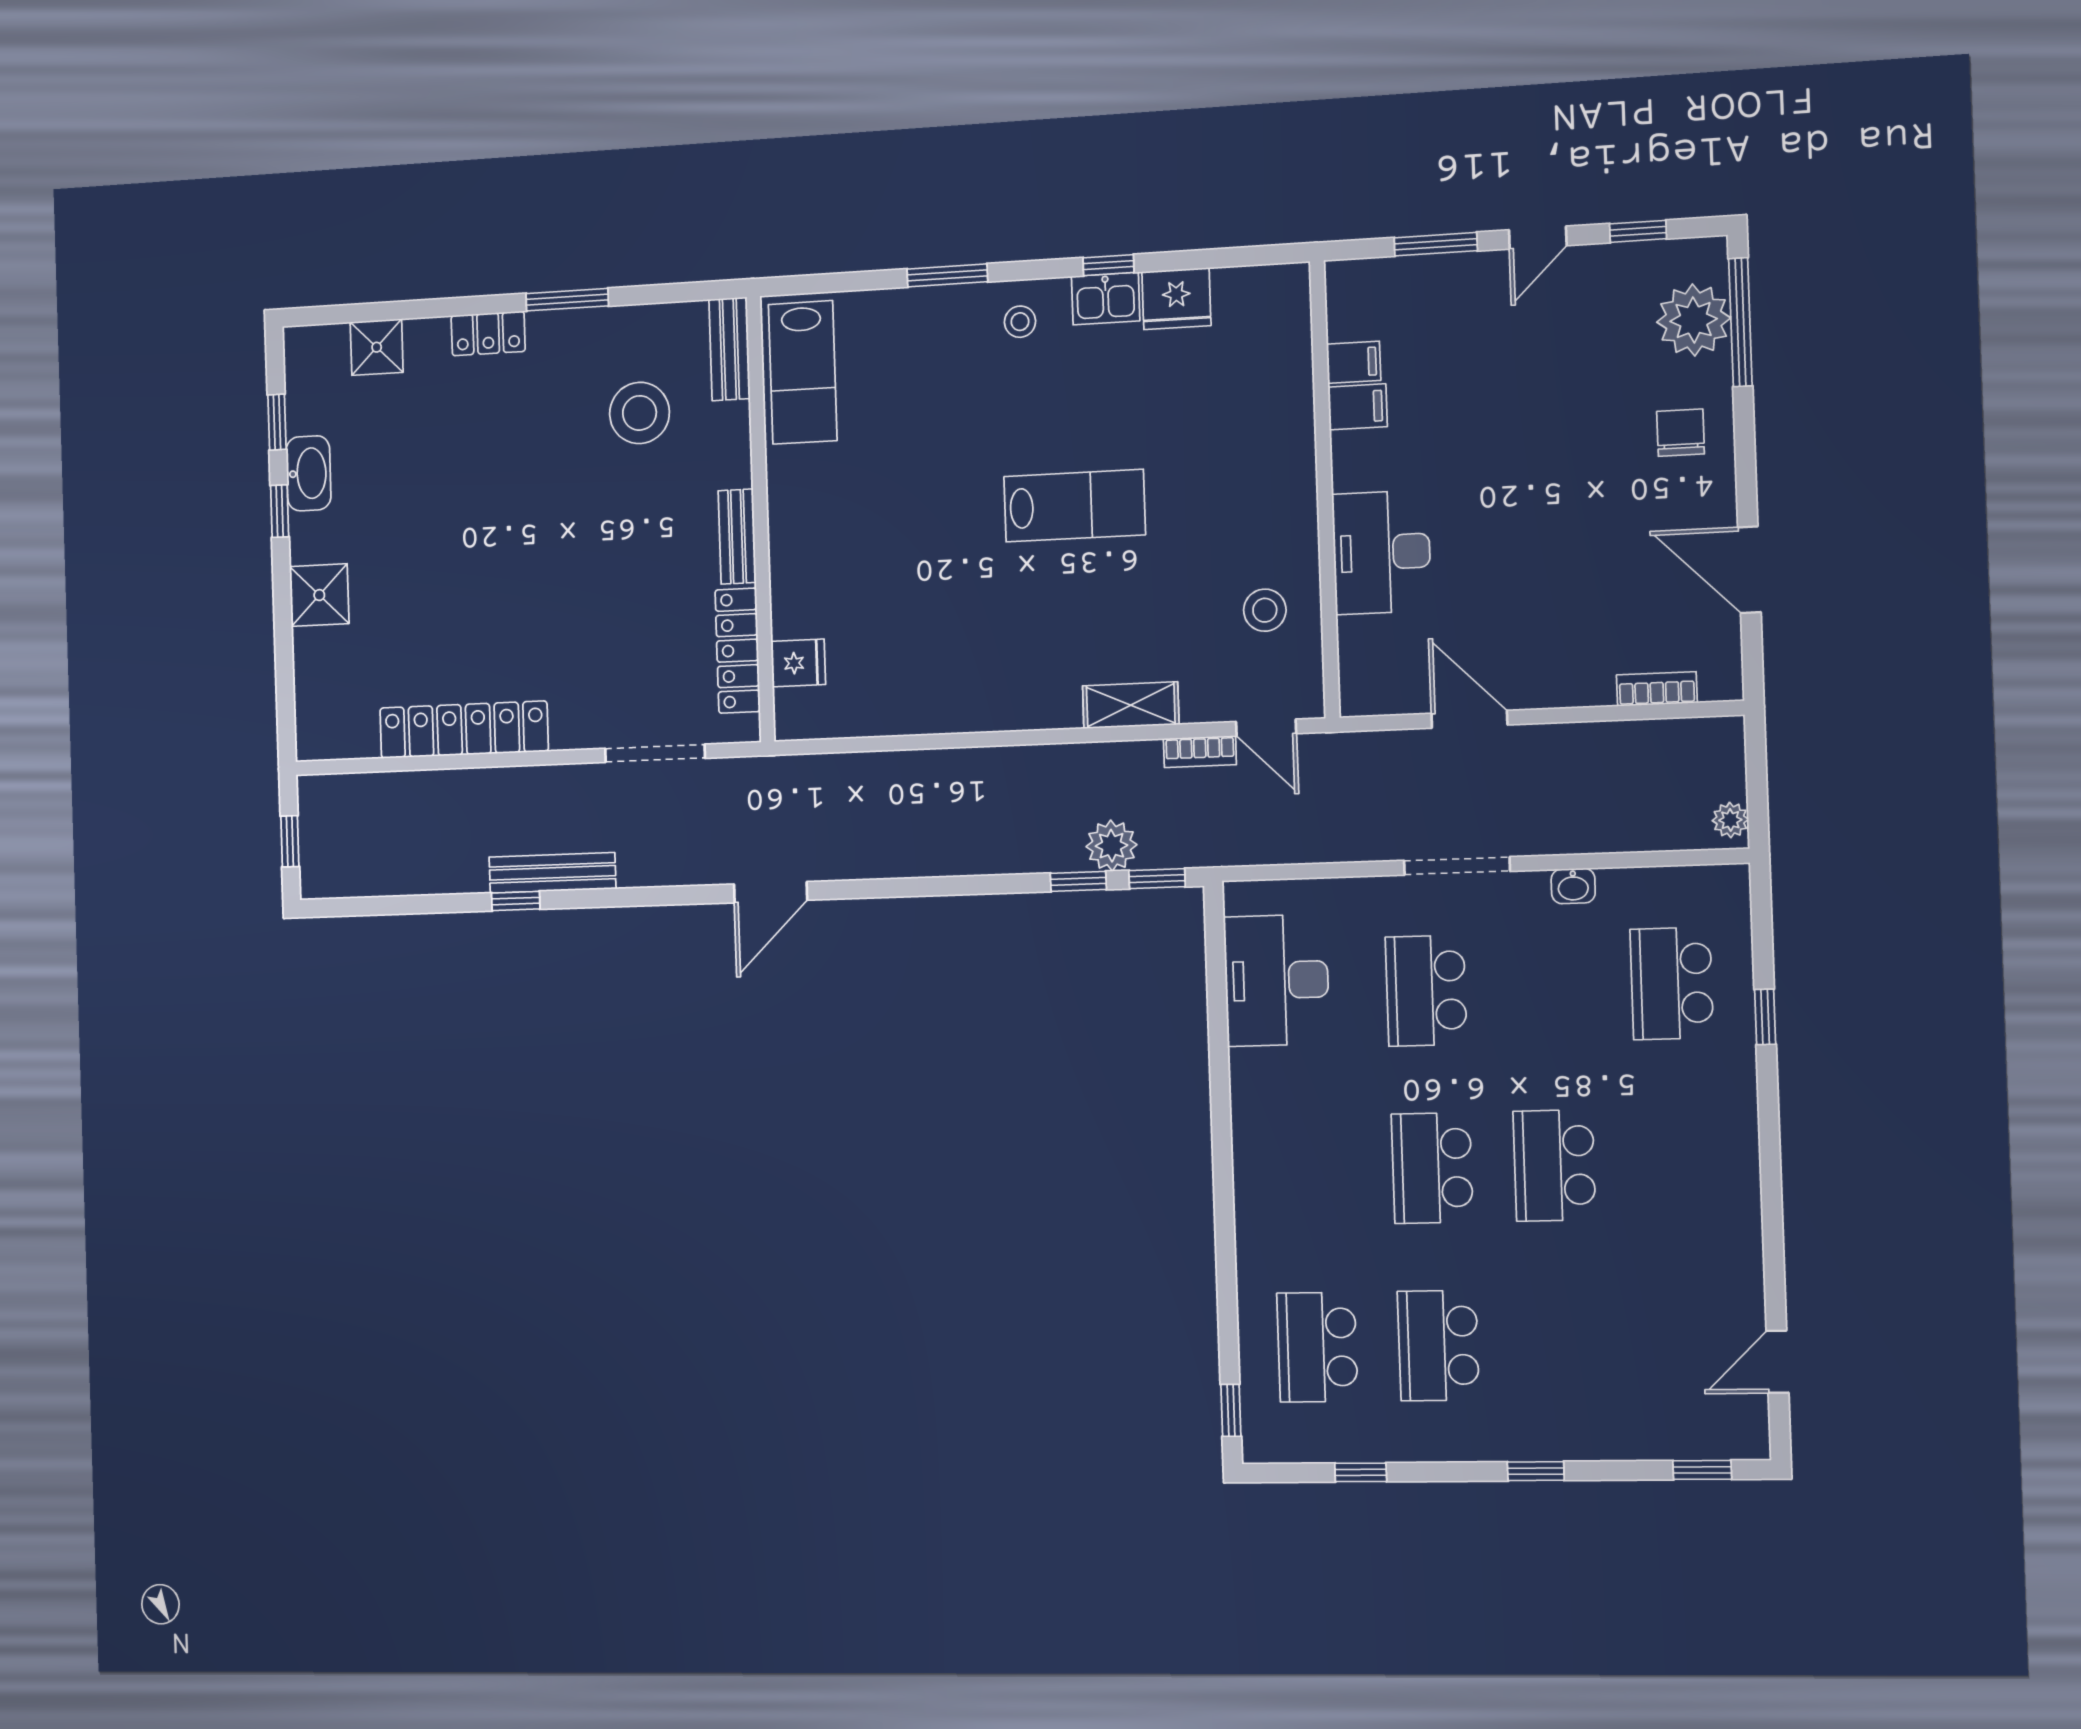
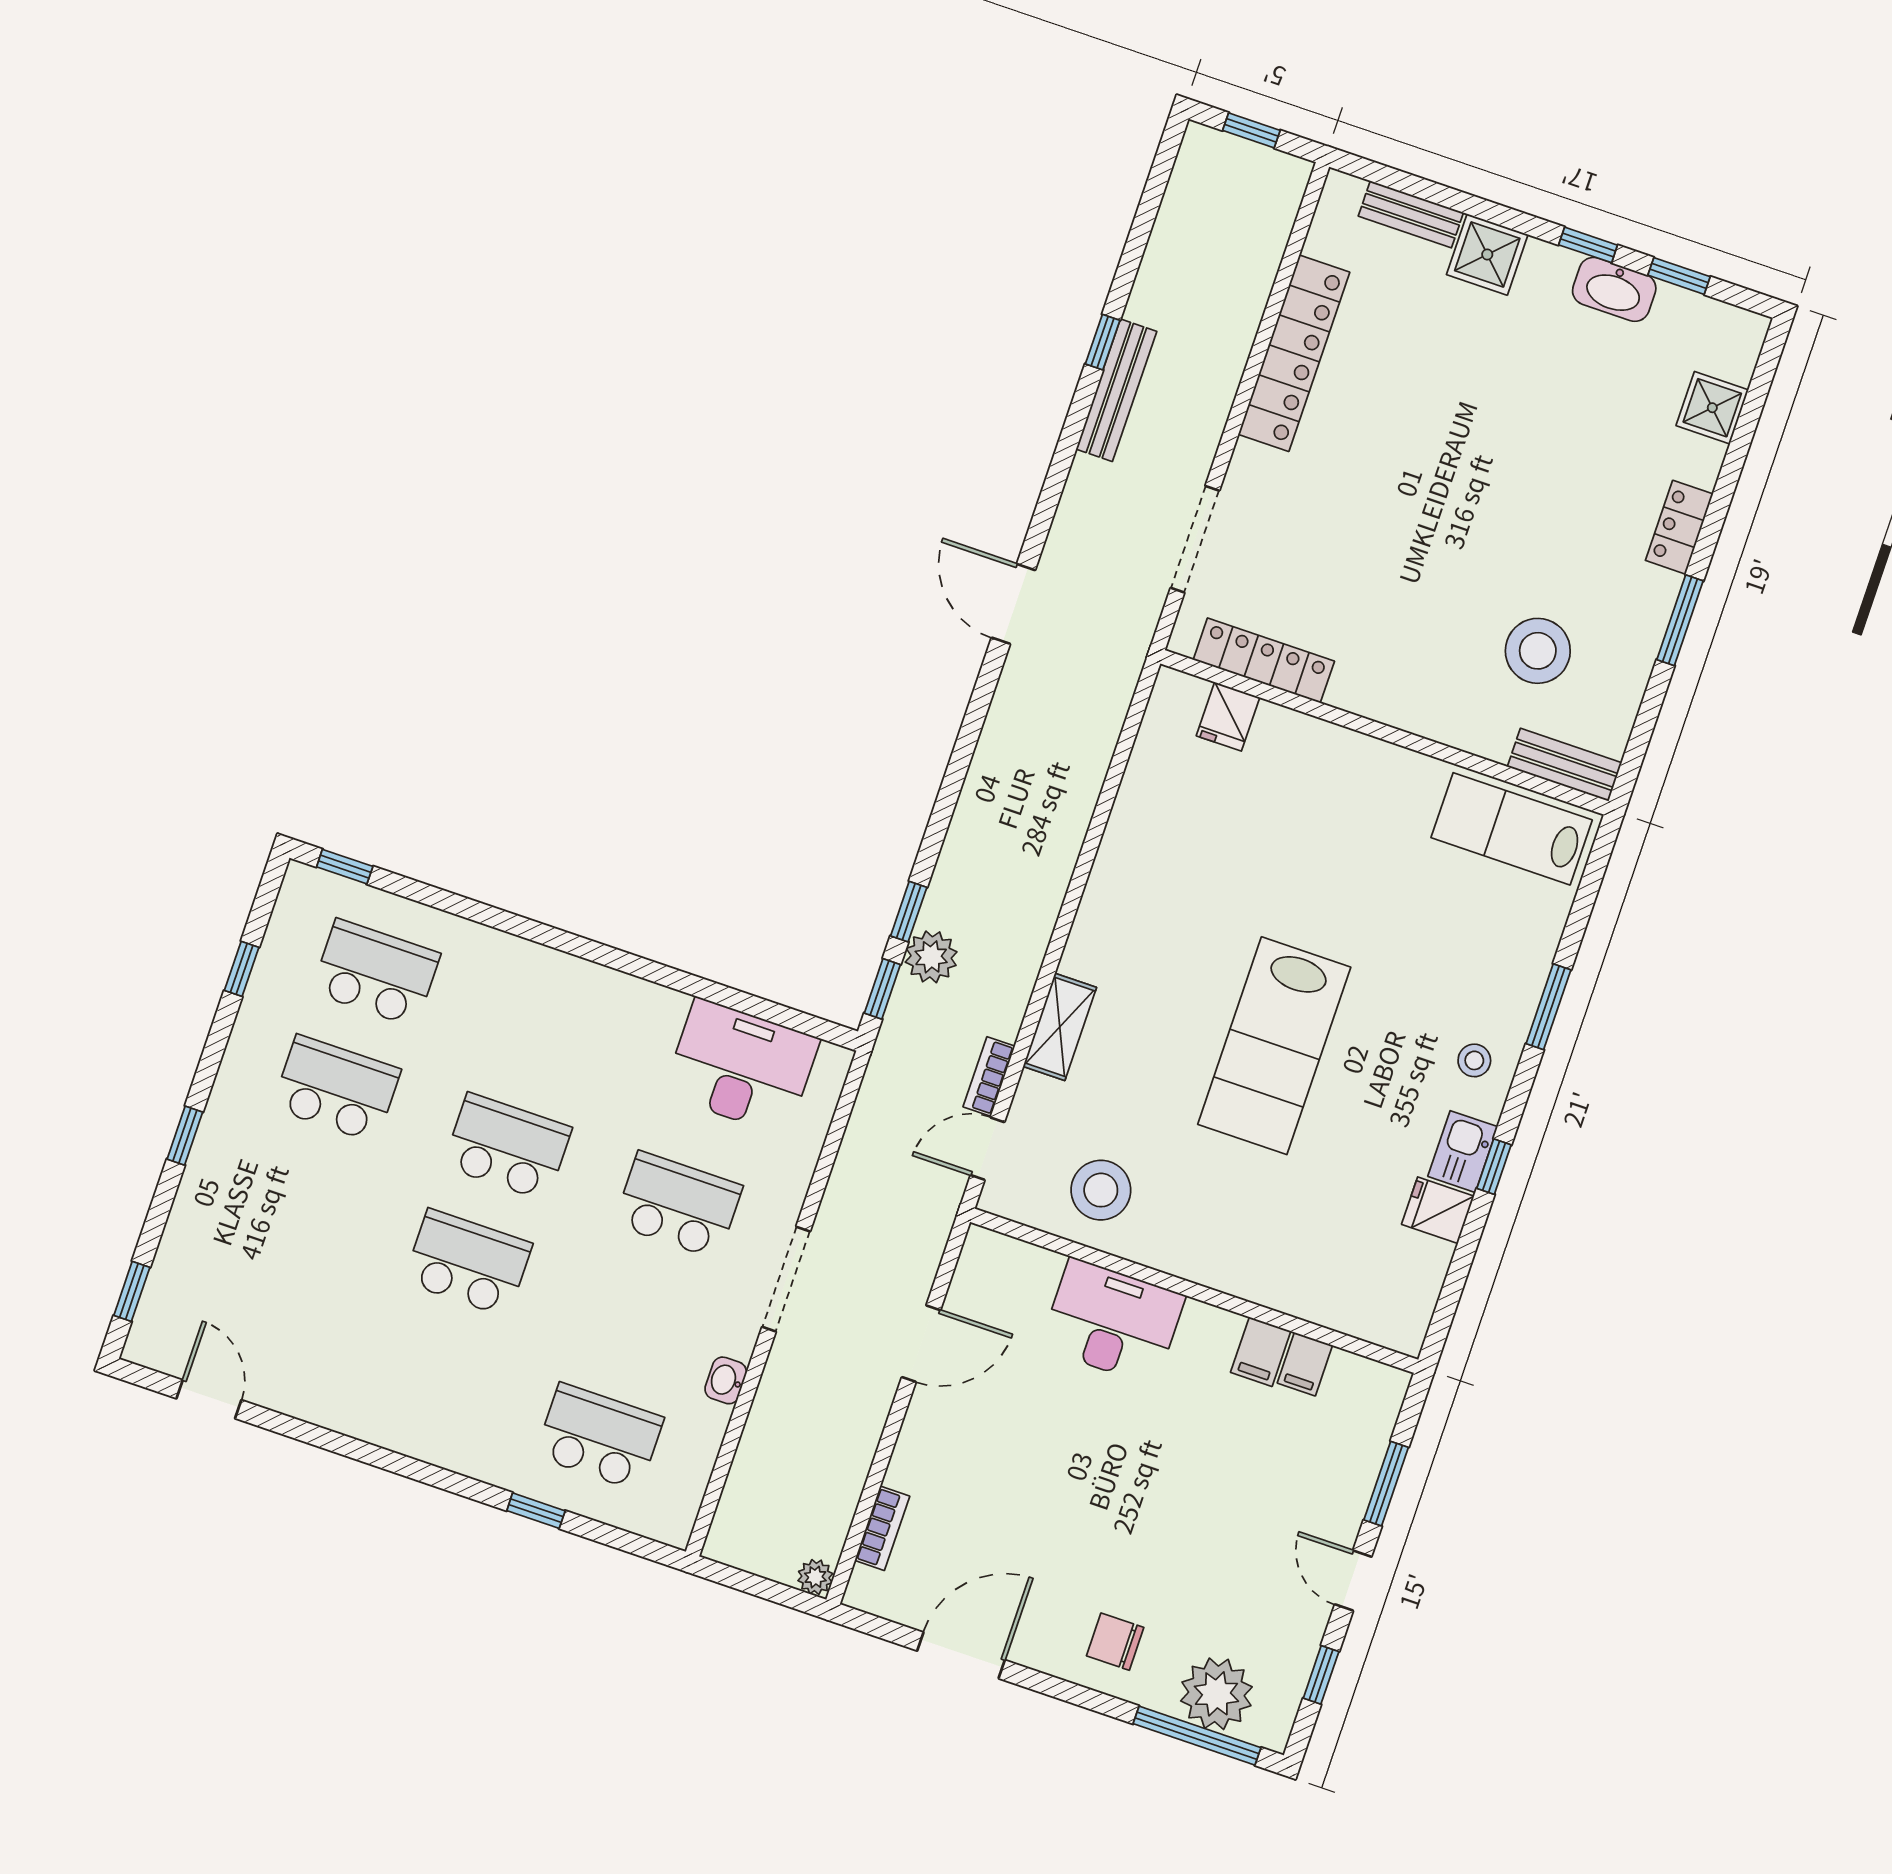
fridge: (1176, 299) -> (1438, 1210), width x0.72
chair: (1681, 433) -> (1115, 1642), turned 180
lab bench: (1075, 506) -> (1274, 1046), width x1.36, depth x1.39
bench: (737, 537) -> (1411, 214), moved
stool: (1265, 610) -> (1101, 1190), width x1.38, depth x1.38
plant: (1730, 820) -> (815, 1577), moved

